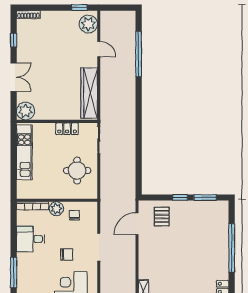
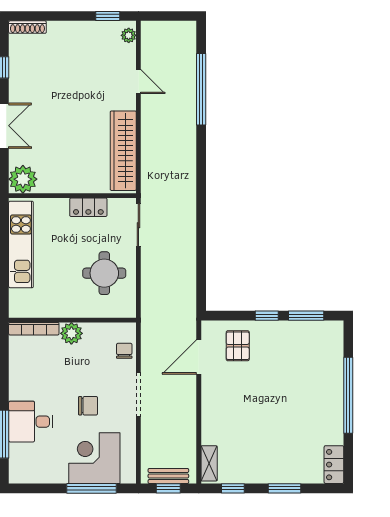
plant: (88, 24) -> (129, 35), width x0.53, depth x0.53
chair: (74, 215) -> (124, 351), moved
desk: (31, 239) -> (31, 422), moved

